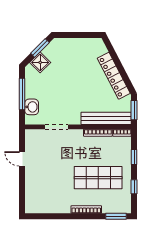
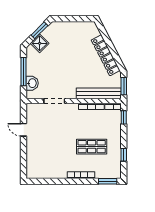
window: (134, 157) -> (124, 117), moved
shop shelf: (98, 178) -> (92, 147), width x0.70, depth x0.74

